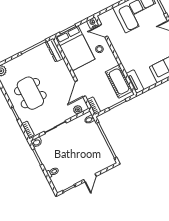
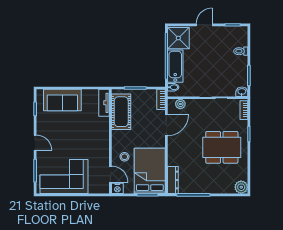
dining table: (30, 93) -> (222, 147), turned 90
bathtub: (96, 136) -> (175, 66), added
shower: (104, 158) -> (178, 38), added

